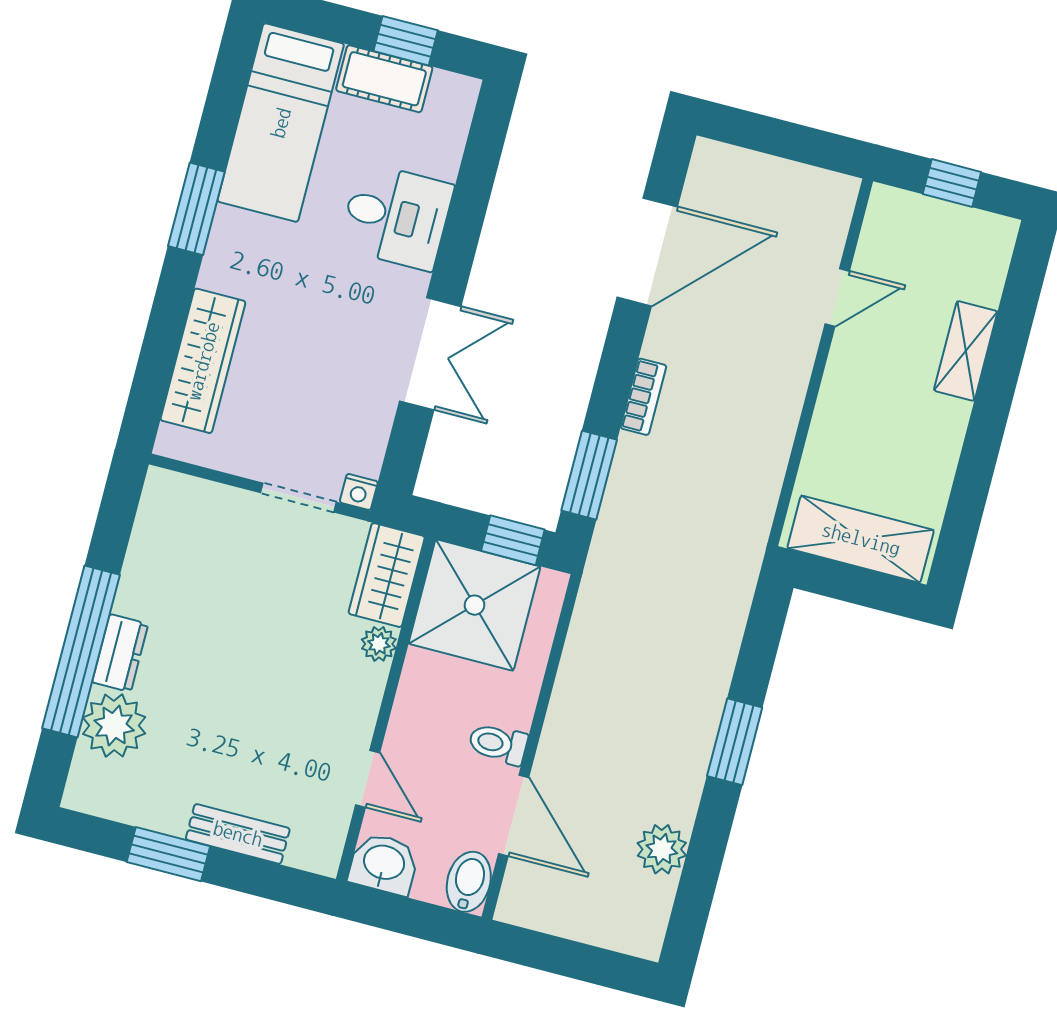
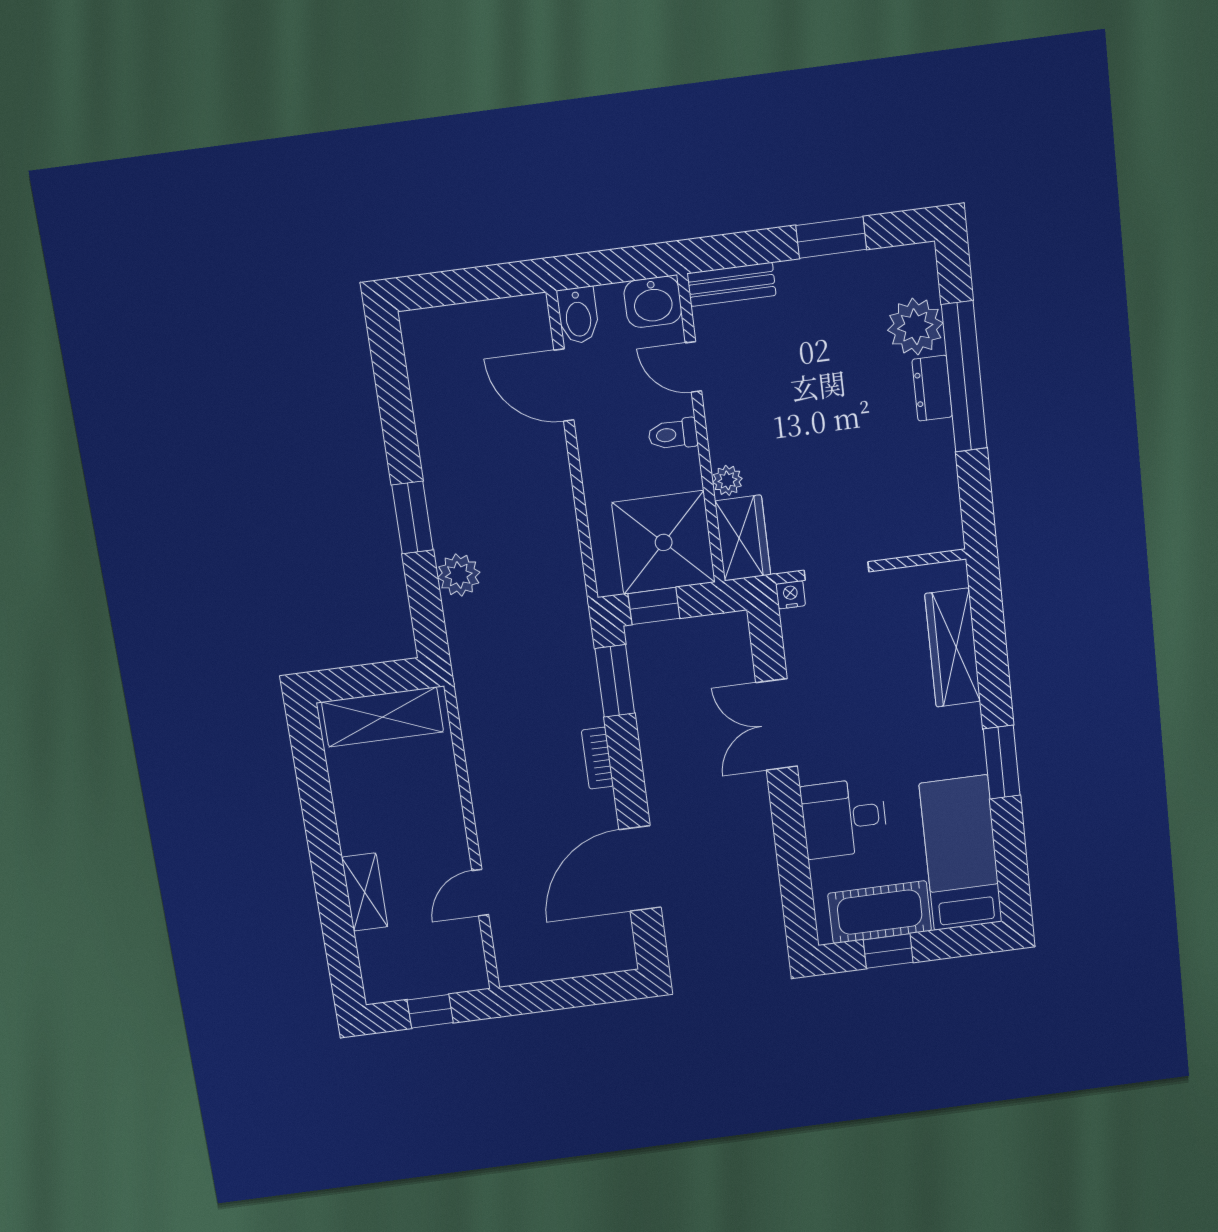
cot: (384, 79) -> (880, 912), width x1.37, depth x1.34
toilet: (498, 744) -> (673, 434), moved, turned 180
bench: (238, 834) -> (731, 284), moved
plant: (662, 849) -> (459, 575), moved

